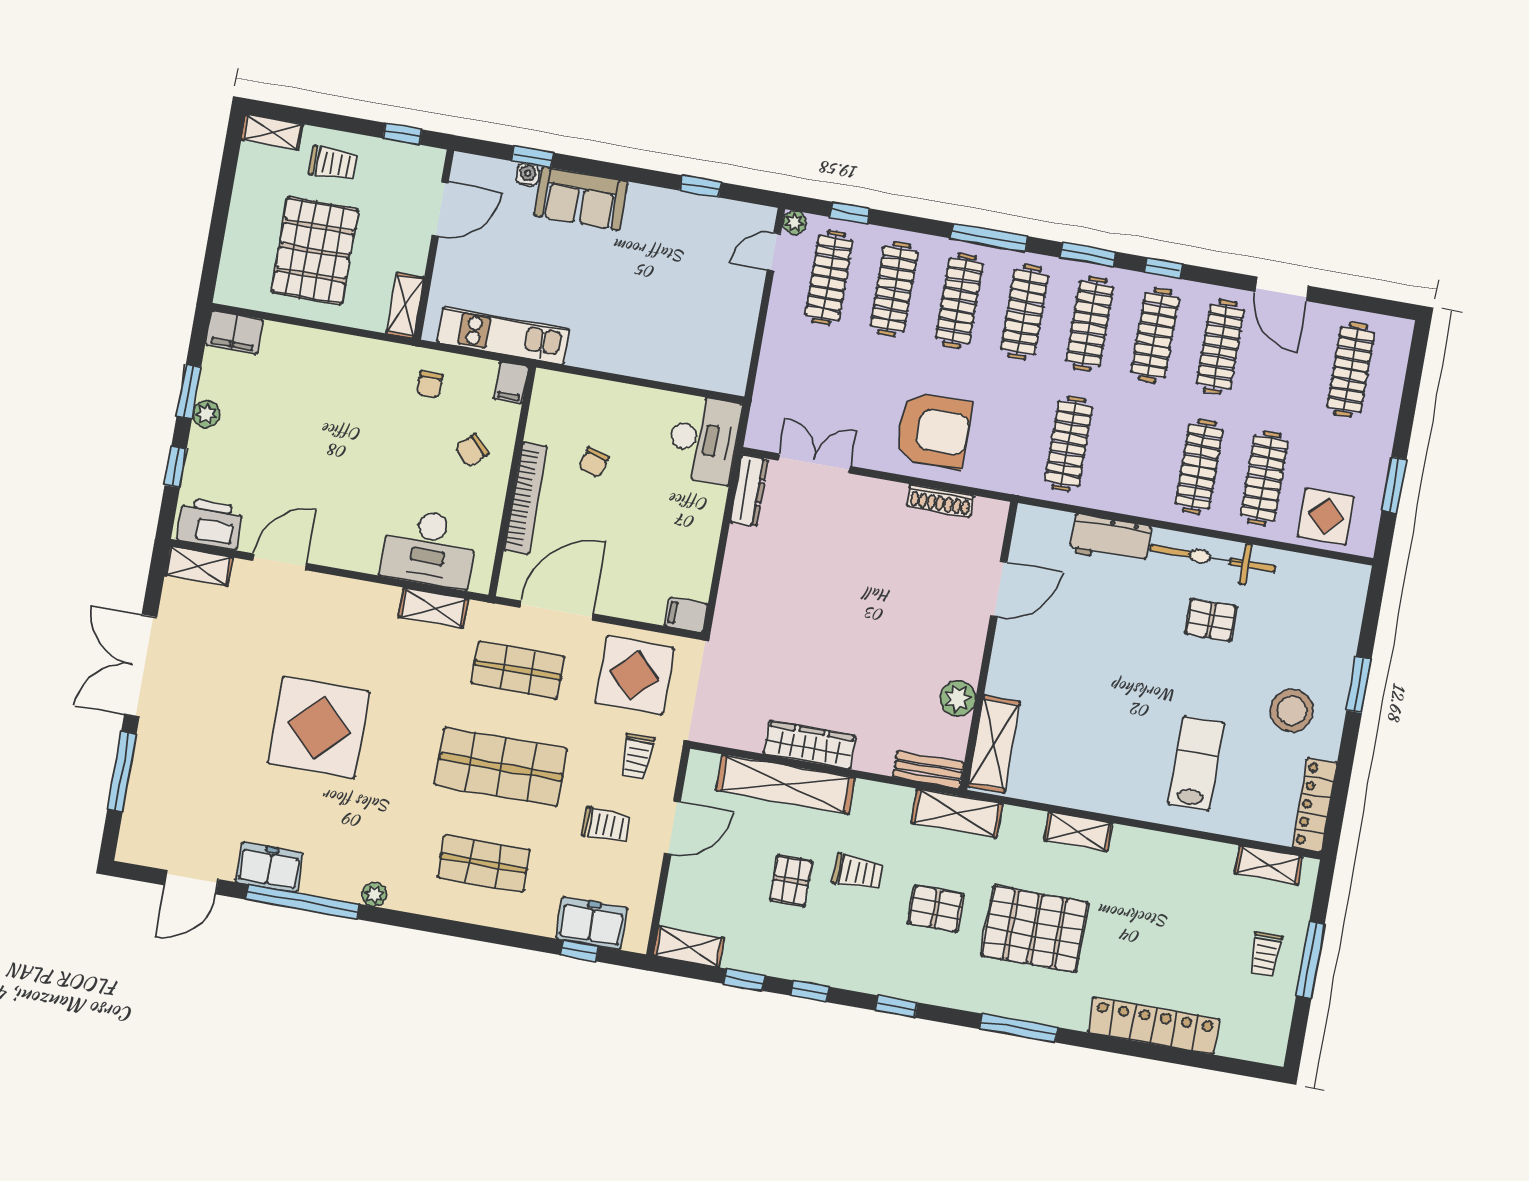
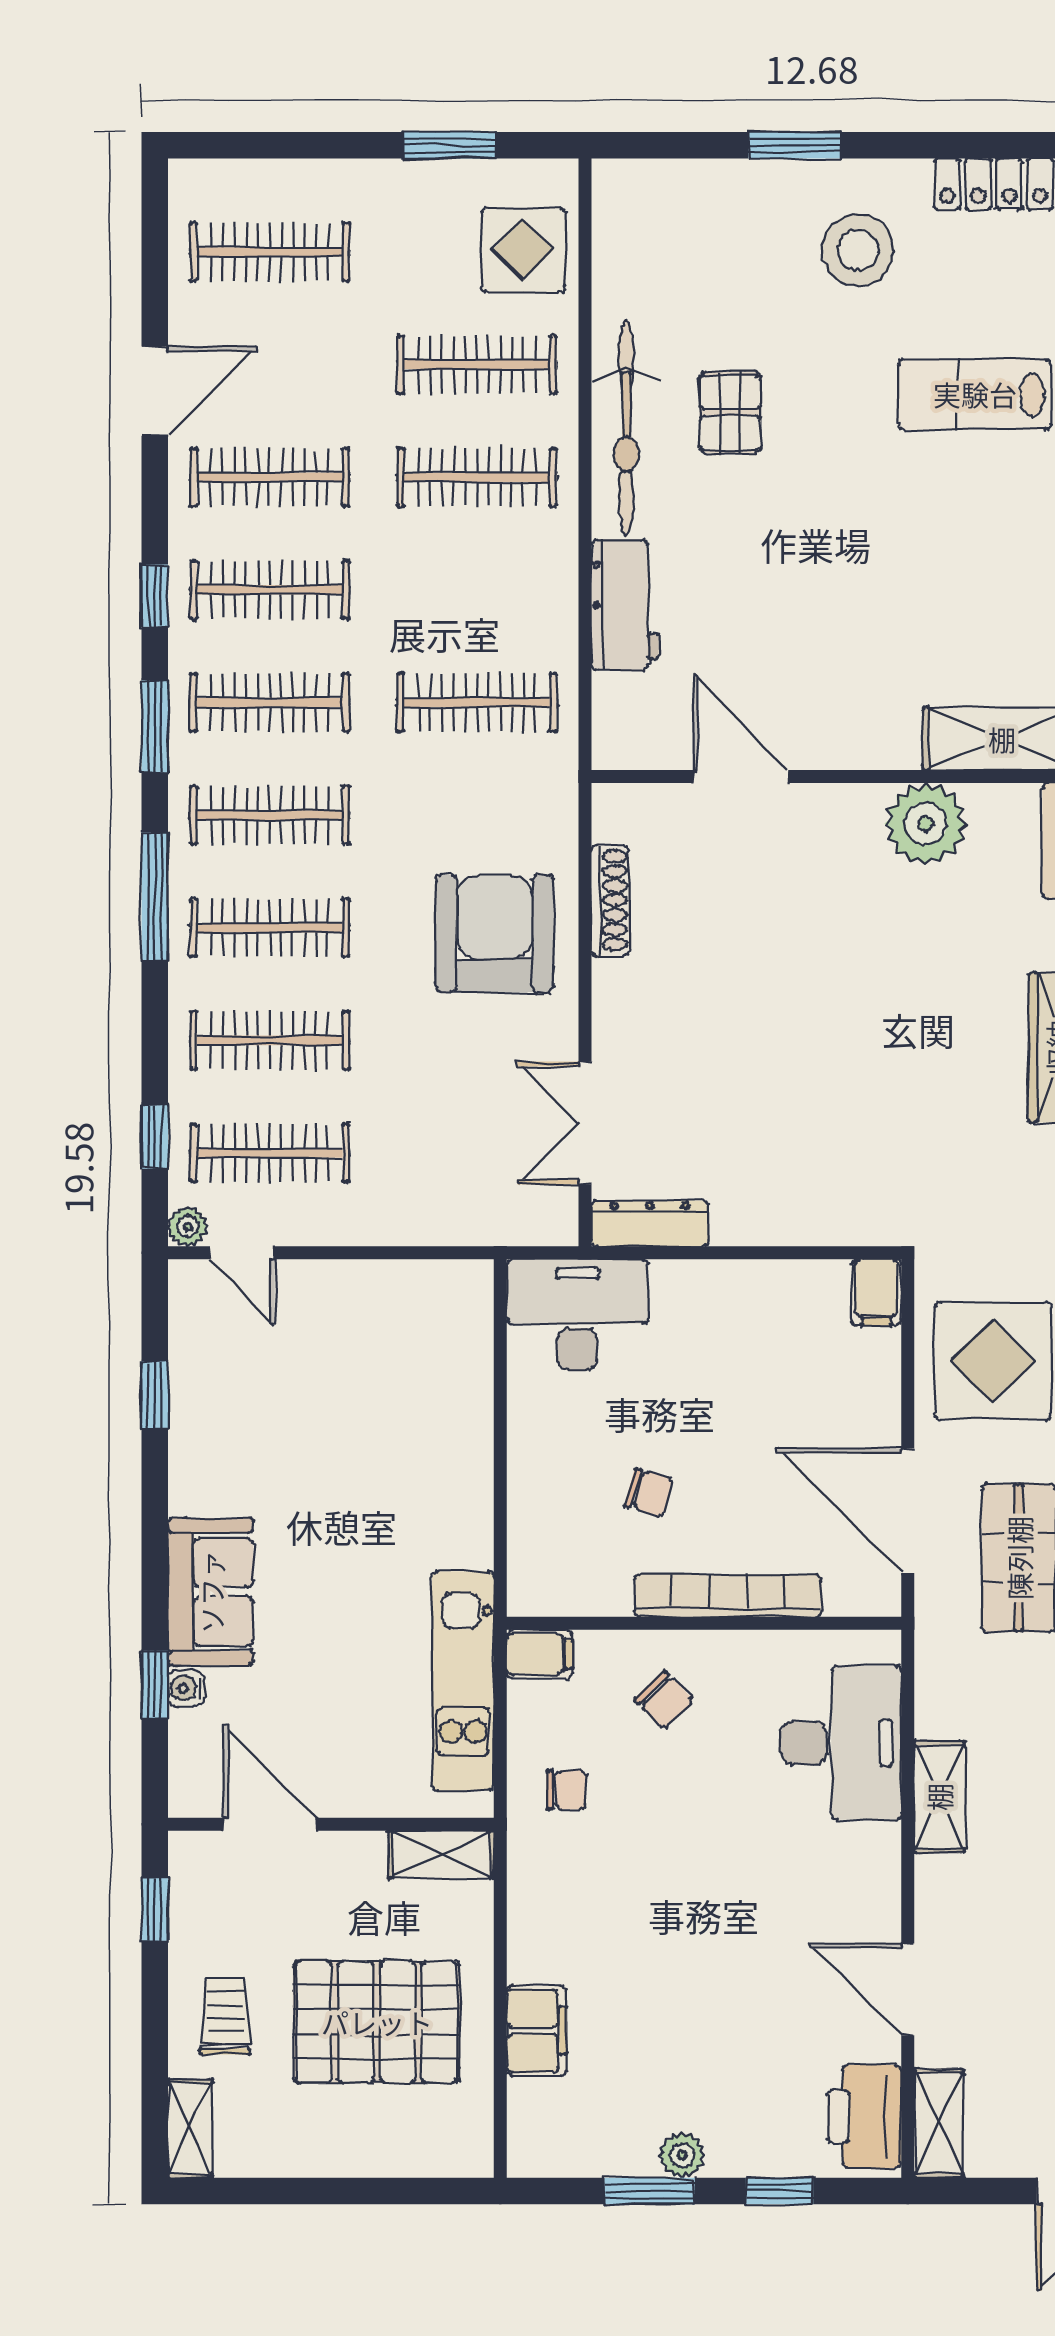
filing cabinet: (234, 332) -> (537, 2031), moved
shelving: (433, 608) -> (939, 1797), moved
plant: (958, 699) -> (926, 824), width x1.36, depth x1.36

